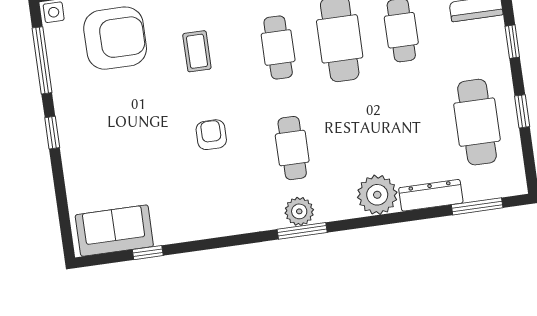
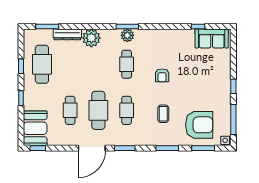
armchair: (115, 38) -> (199, 125), turned 180

